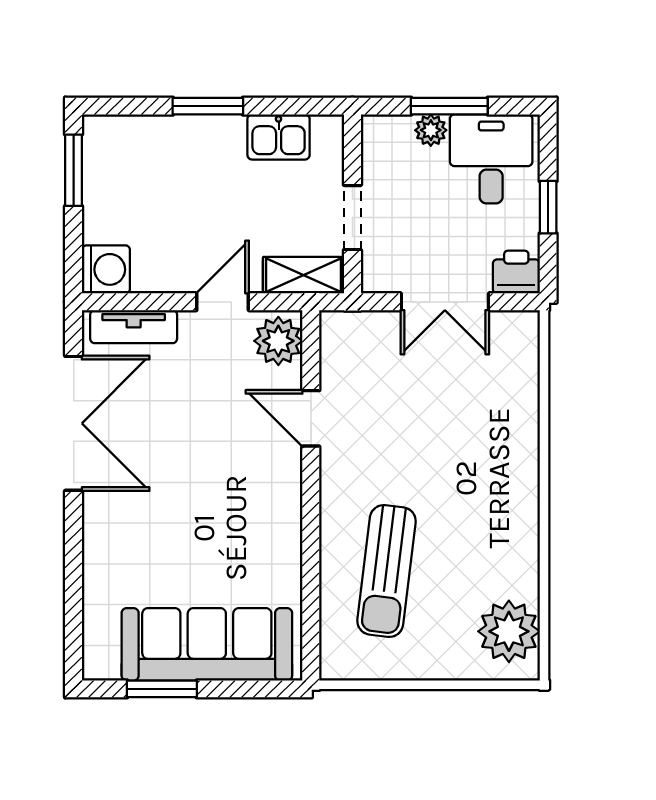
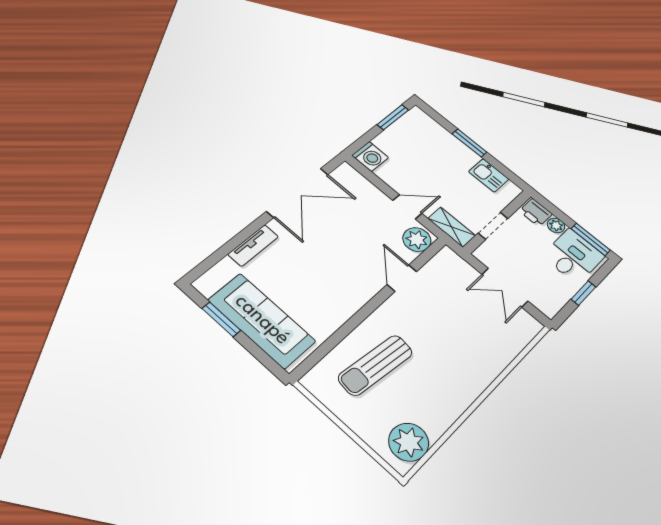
window: (449, 106) -> (591, 239), moved
printer: (516, 272) -> (536, 212), moved, turned 180
tv unit: (134, 327) -> (253, 246), moved, turned -90

